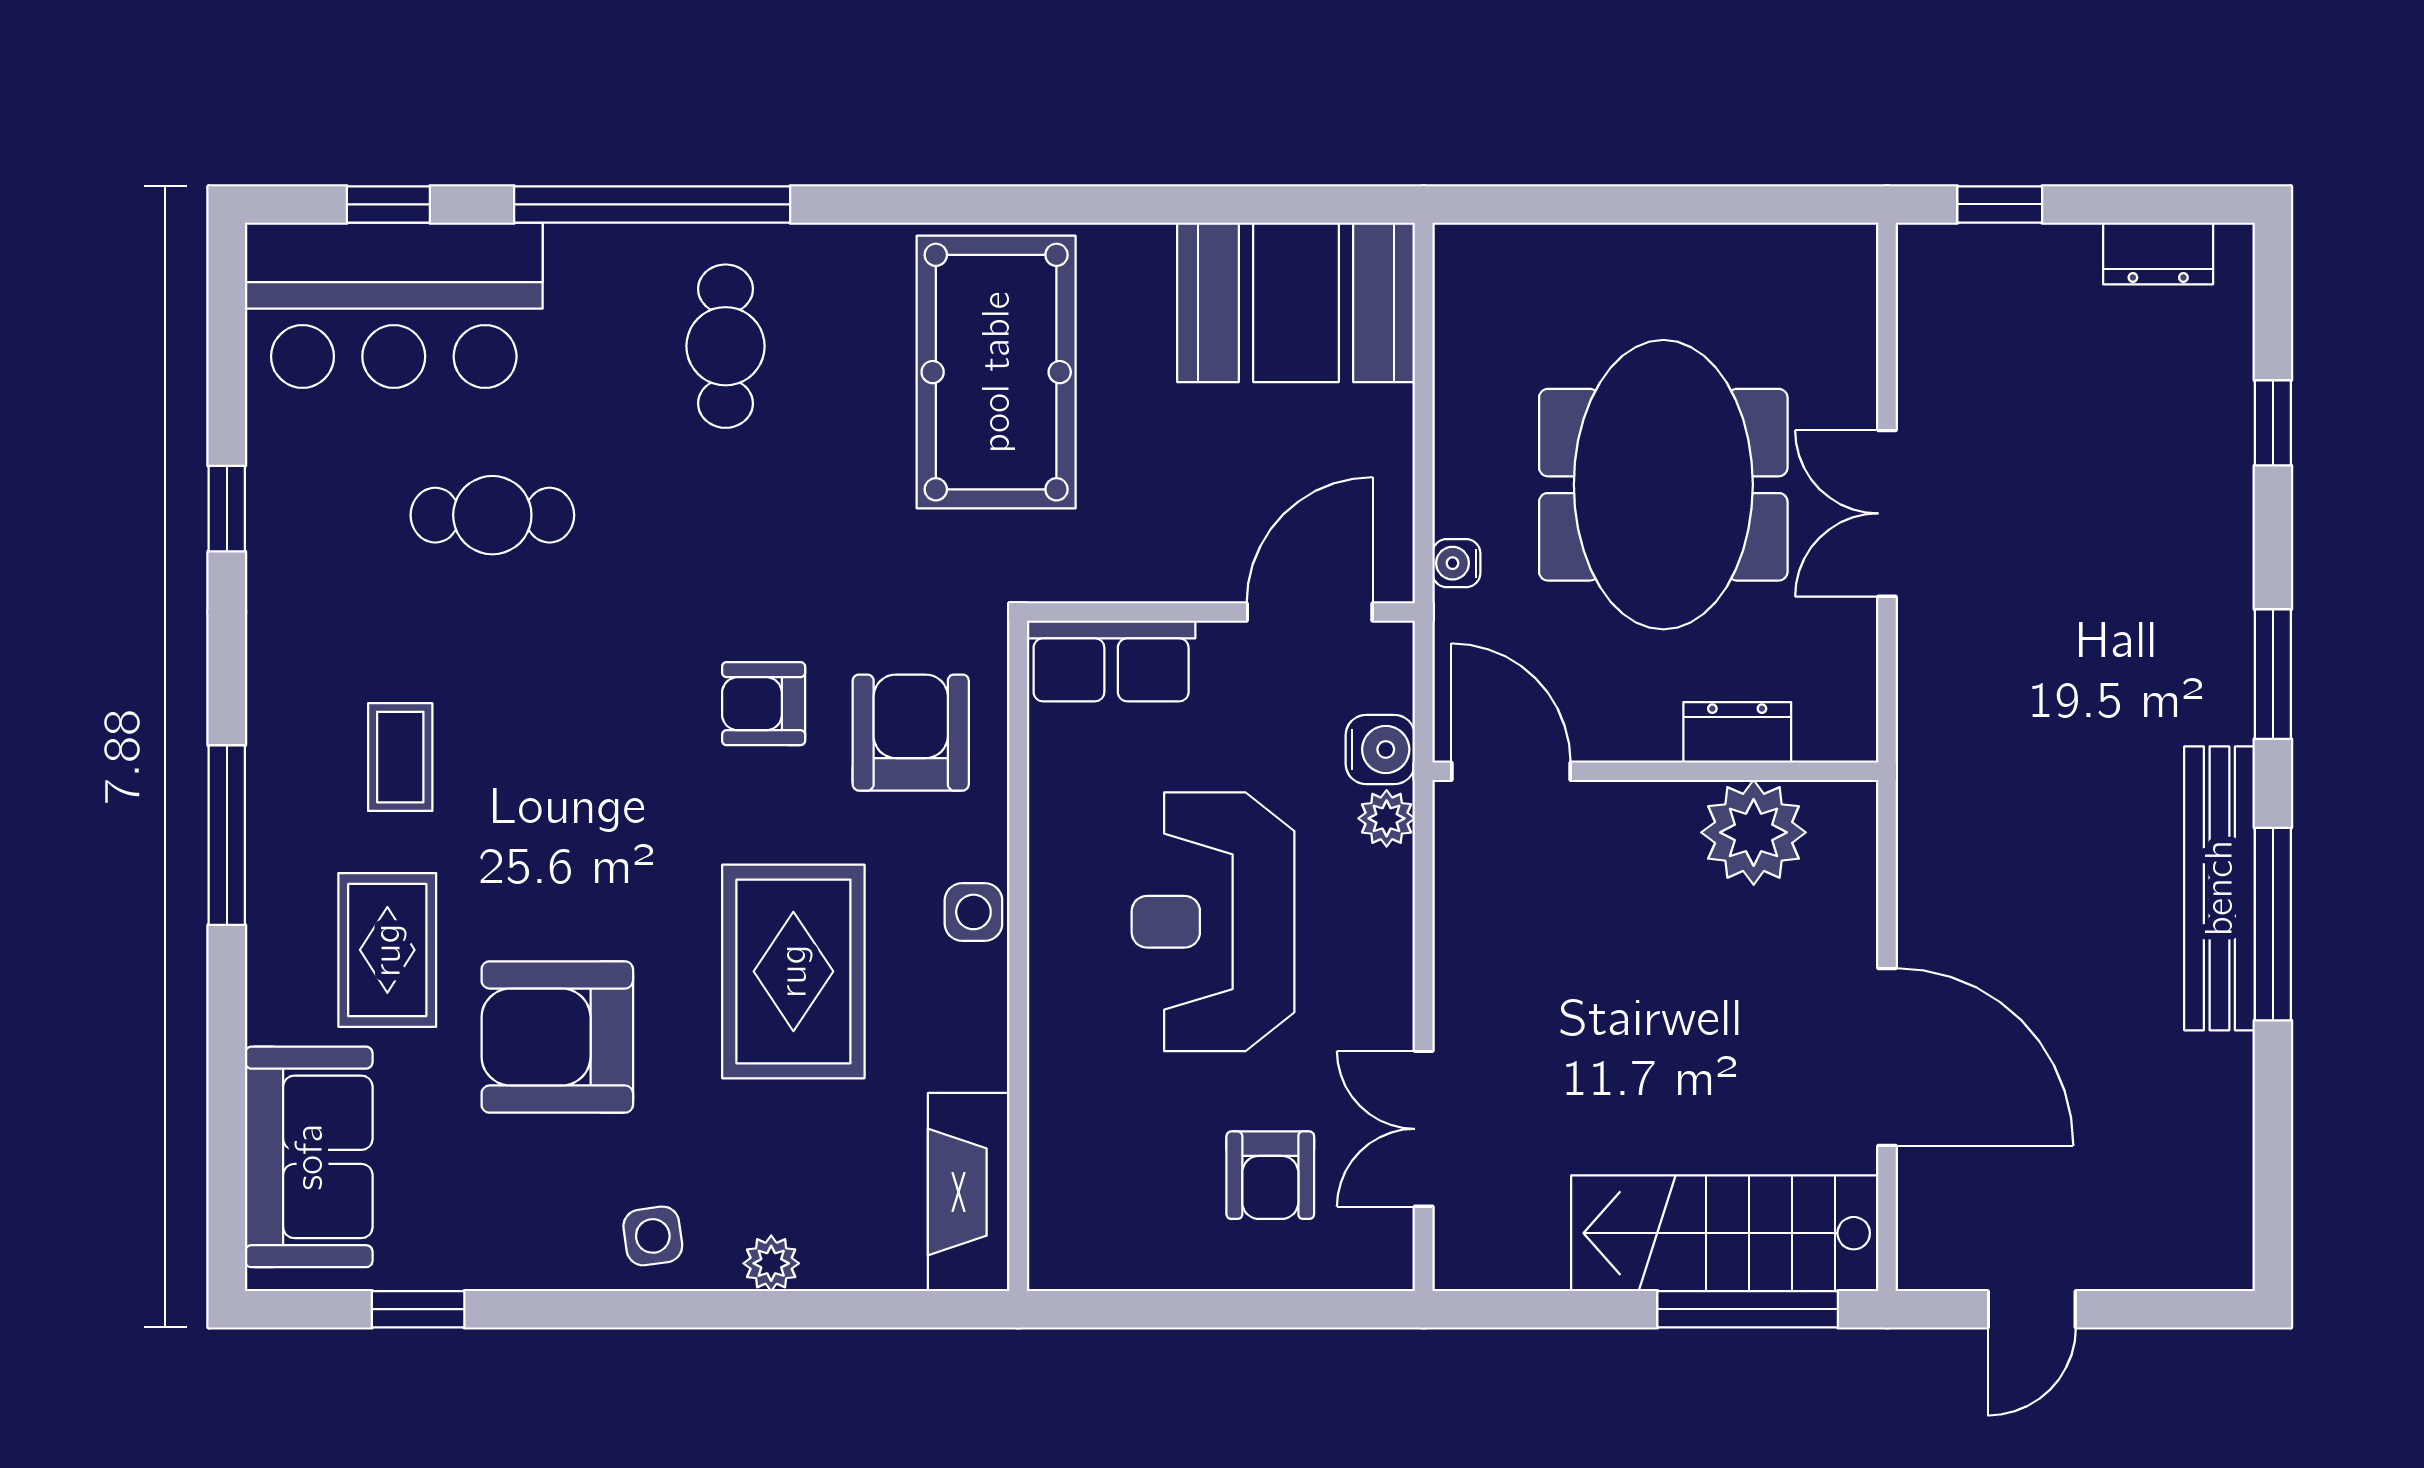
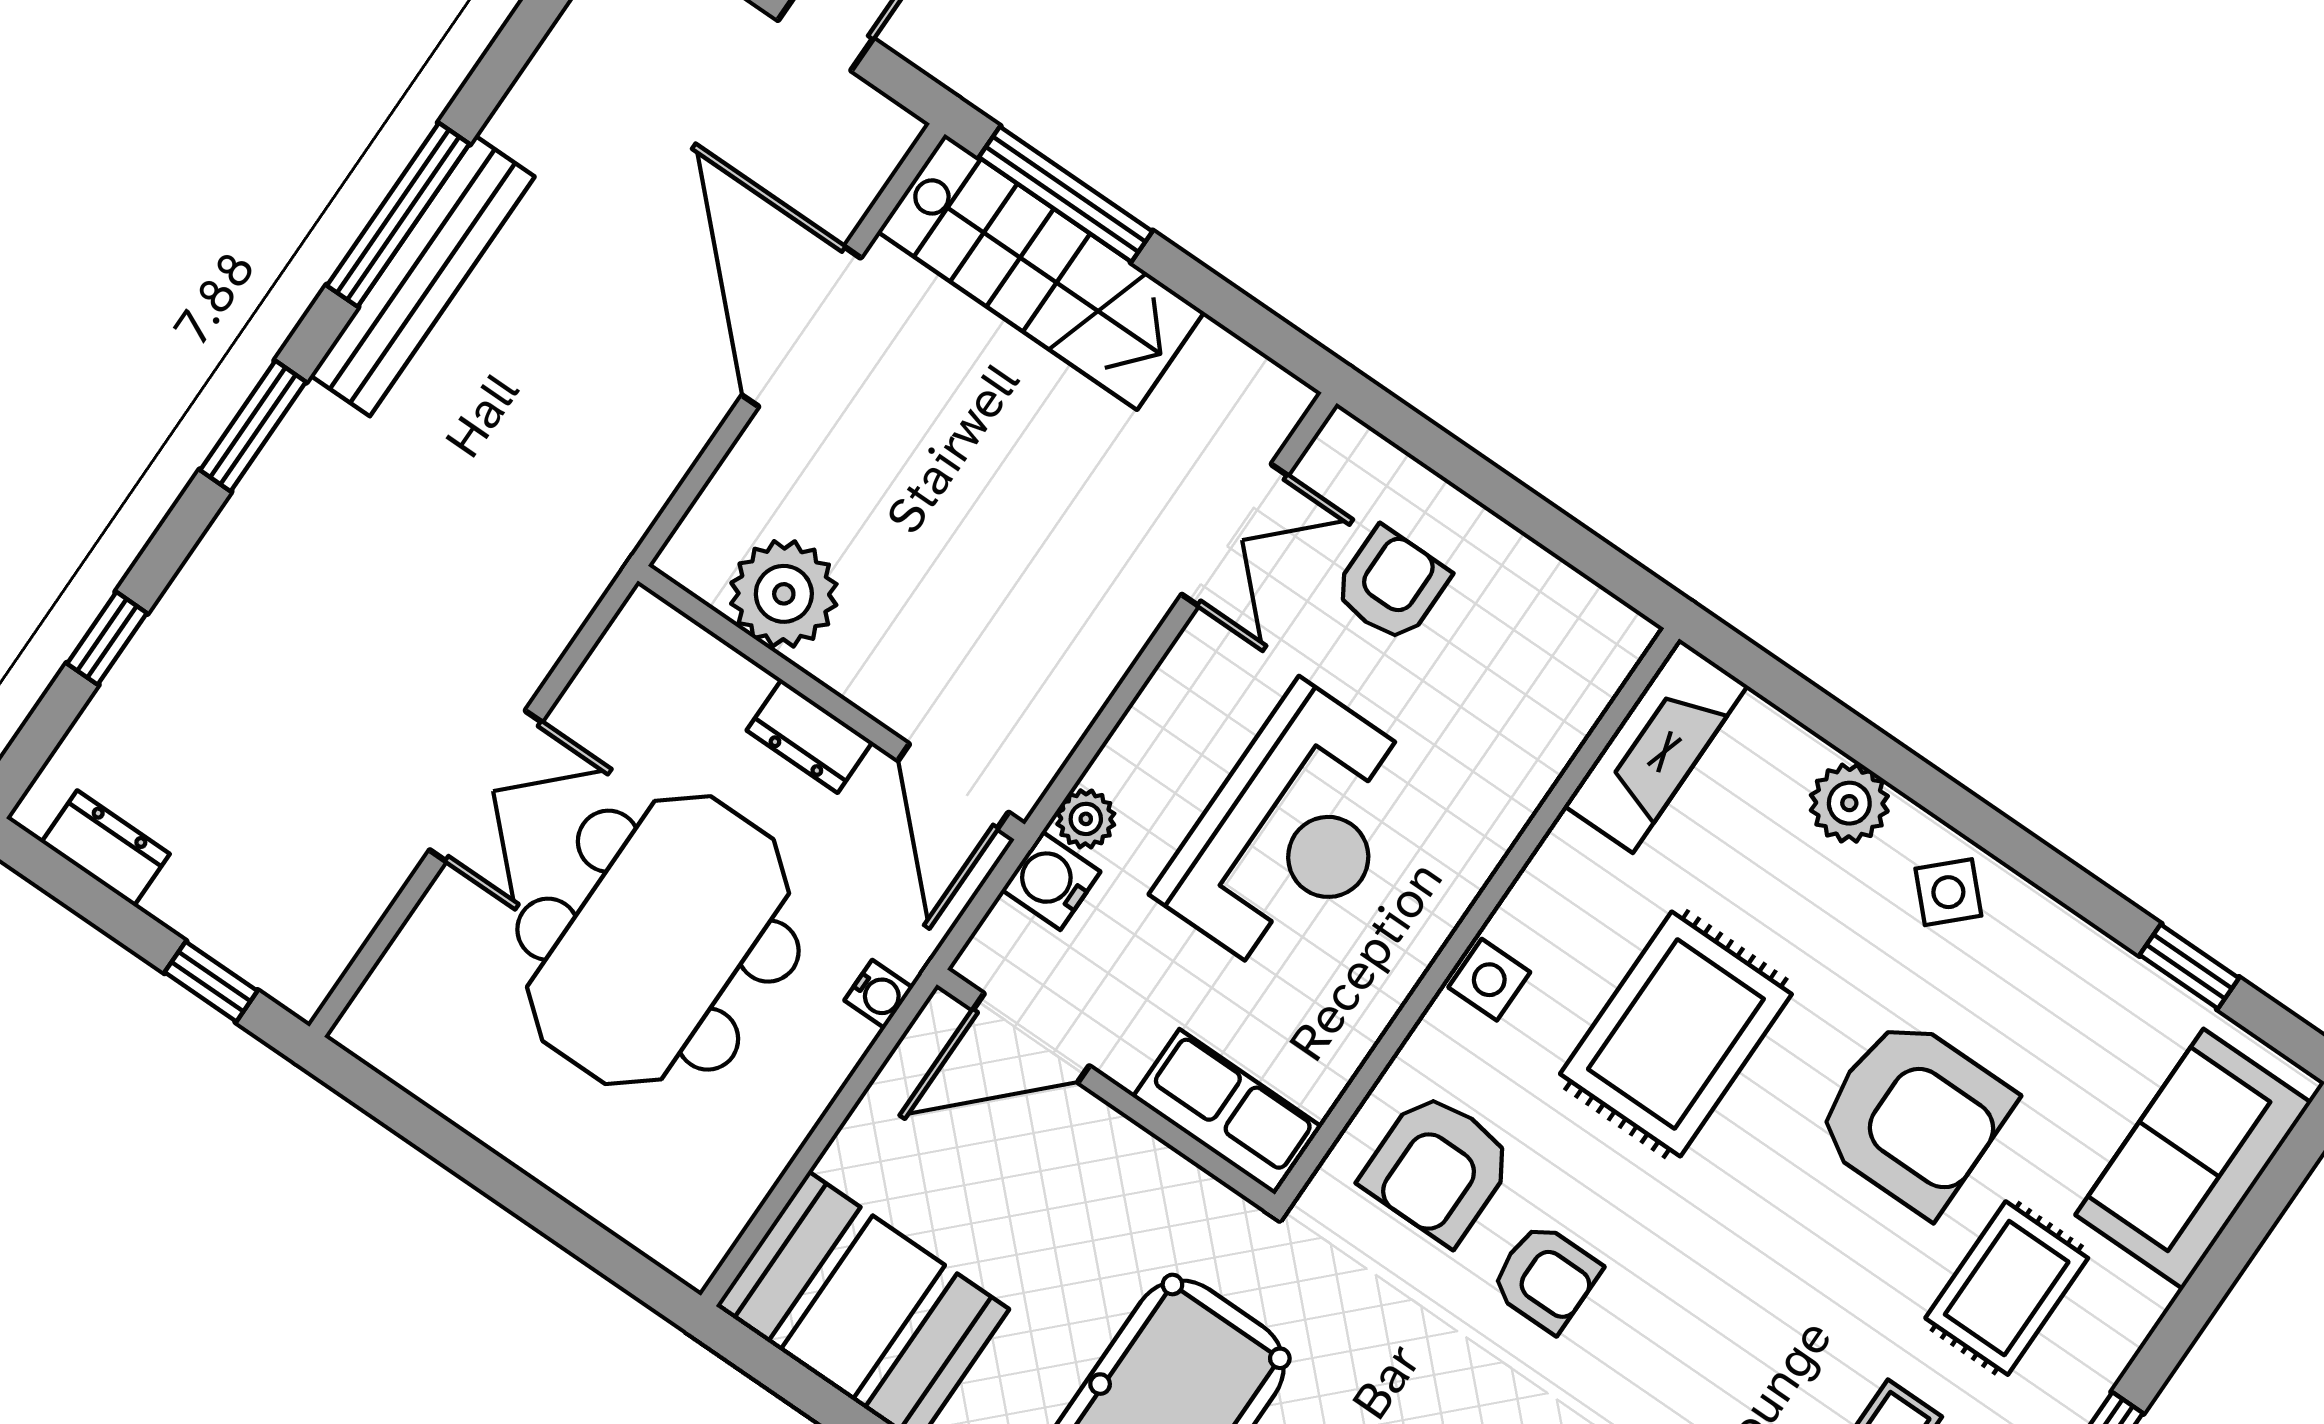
dresser: (1737, 732) -> (810, 736), moved
side table: (653, 1236) -> (1948, 892), turned -36
plant: (771, 1263) -> (1849, 803), width x1.38, depth x1.38

